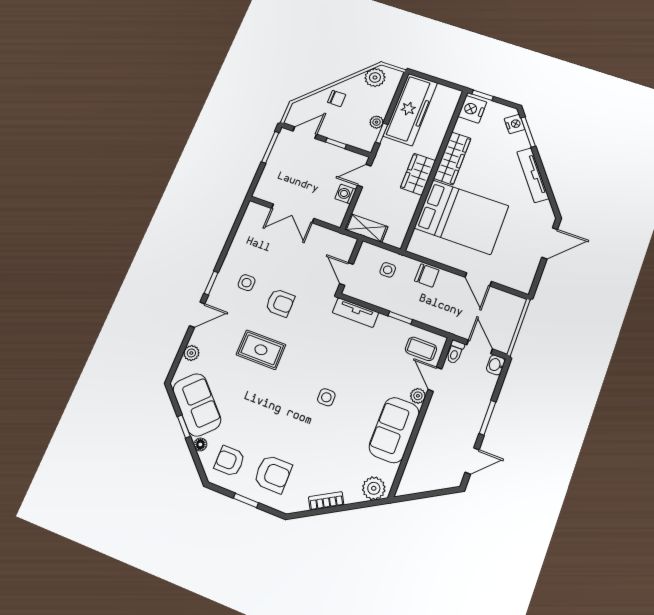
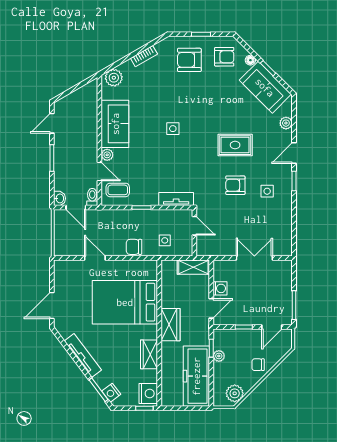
wardrobe: (452, 158) -> (149, 354), width x0.67

